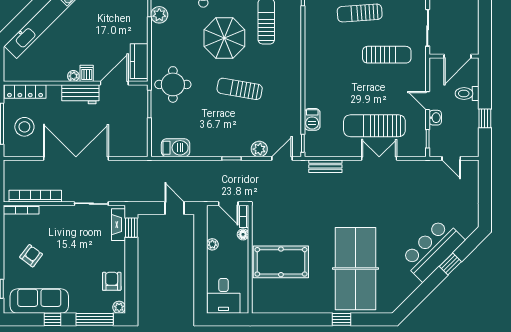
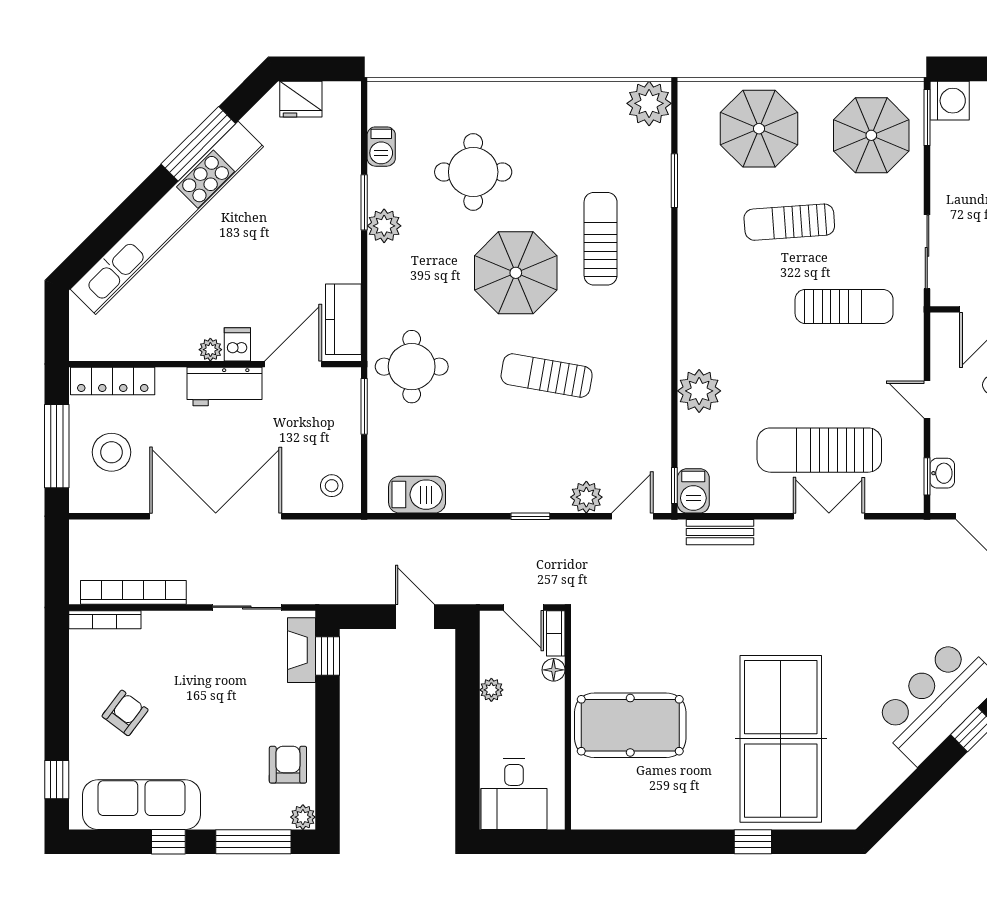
plant: (315, 96) -> (699, 391), added
washbasin: (435, 118) -> (942, 473), moved
barbecue: (312, 119) -> (693, 491), moved
stool: (133, 143) -> (332, 486), added

